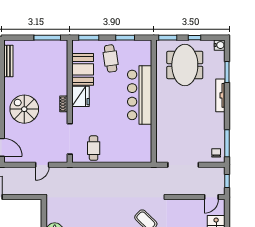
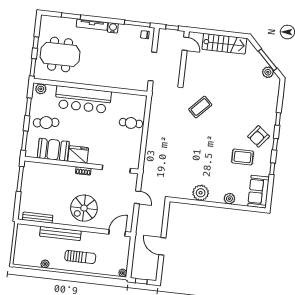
water cooler: (220, 45) -> (113, 28), moved
plant: (146, 49) -> (41, 89), added
cafe table: (94, 148) -> (131, 123), moved

